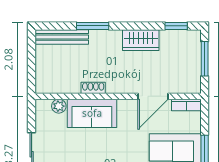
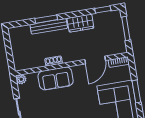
bench: (62, 37) -> (49, 26), moved
plant: (59, 106) -> (21, 79), moved

